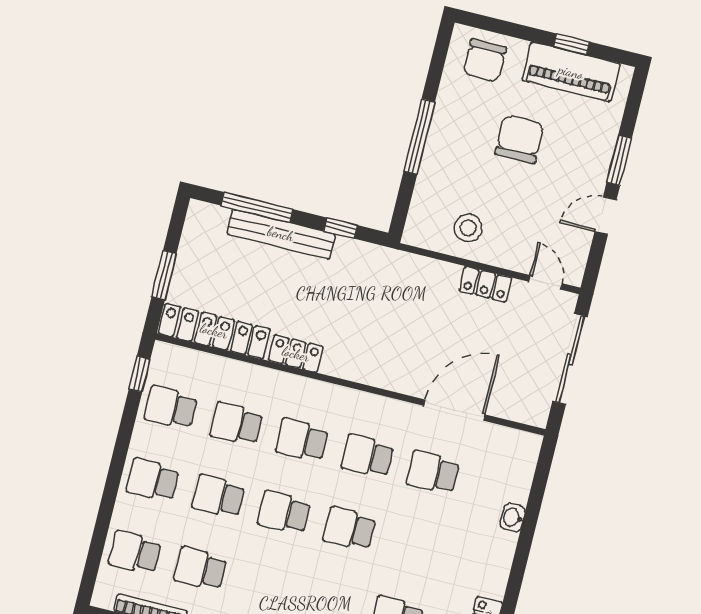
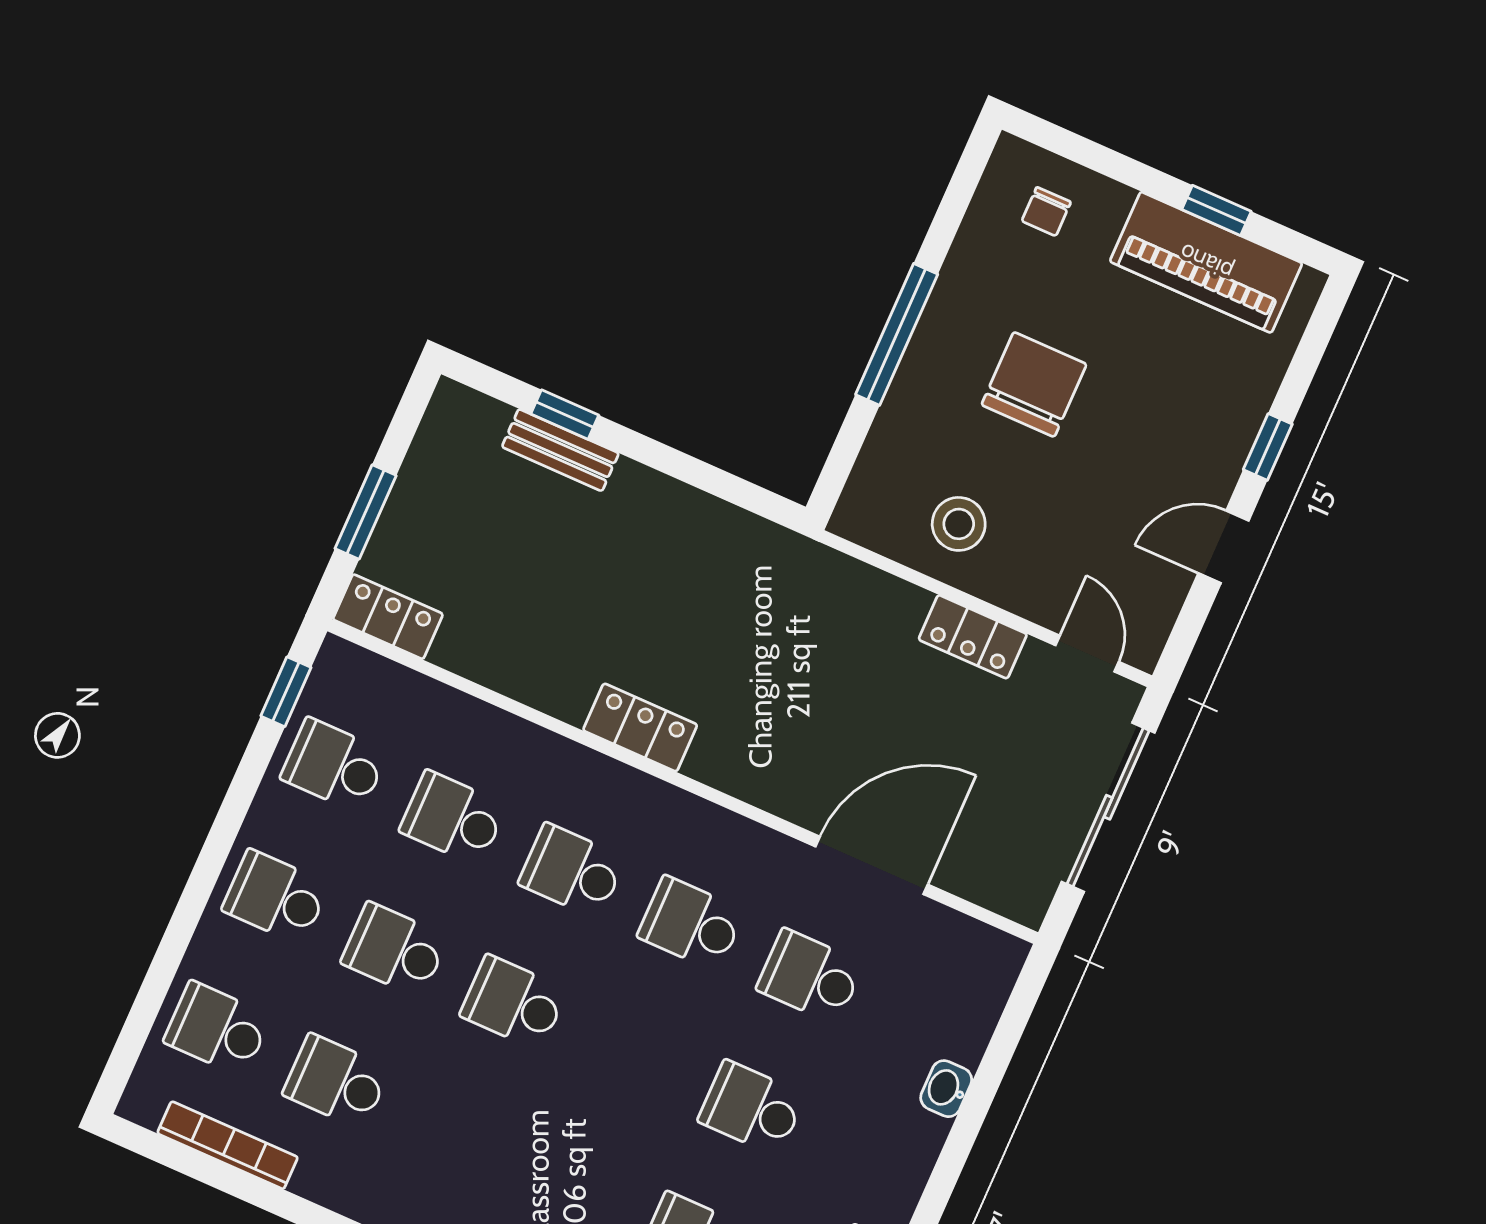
chair: (485, 60) -> (1046, 212), width x0.54, depth x0.54
chair: (519, 139) -> (1034, 384), moved
window: (619, 161) -> (1268, 447), width x0.67
window: (257, 207) -> (565, 415), width x0.46
window: (341, 228) -> (717, 482), removed
bench: (281, 234) -> (560, 450), width x0.54, depth x0.82
locker: (214, 331) -> (388, 617), width x0.46, depth x0.83
locker: (296, 354) -> (640, 727), moved
school desk: (349, 529) -> (752, 1108), moved

